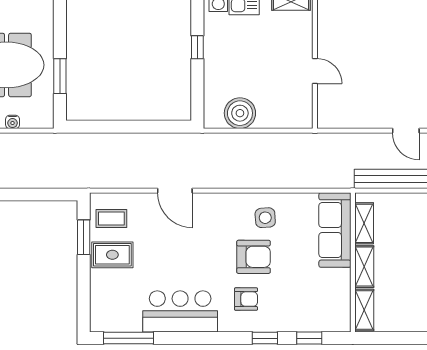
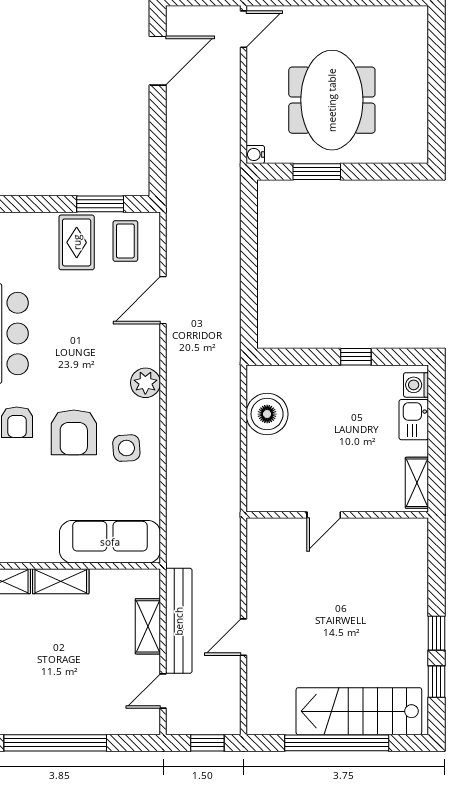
water cooler: (13, 122) -> (255, 155), moved
door: (175, 191) -> (163, 300), moved
plant: (217, 204) -> (145, 383), added
shelving: (364, 223) -> (148, 626), moved, turned 90

